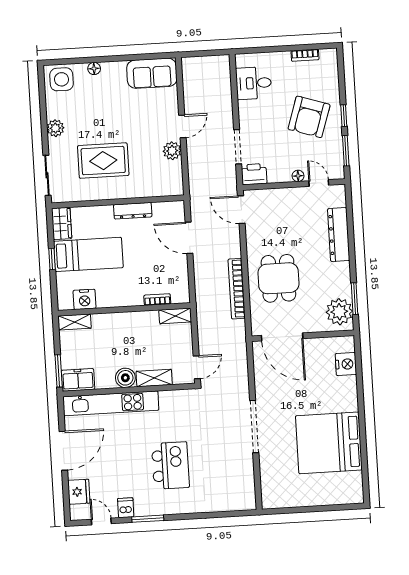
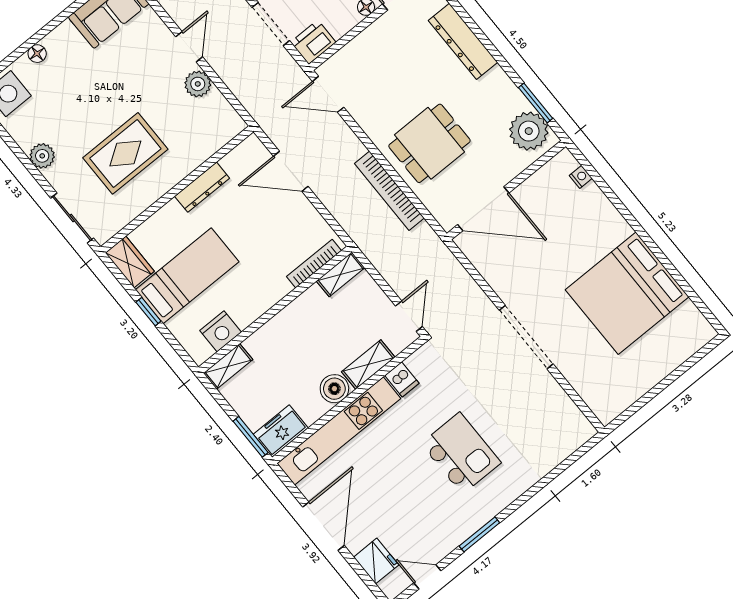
dining table: (278, 278) -> (429, 143), turned 90
bookcase: (157, 300) -> (314, 264), width x1.56
nightstand: (346, 364) -> (581, 177), width x0.53, depth x0.56
dishwasher: (126, 508) -> (402, 379), moved, turned 180

